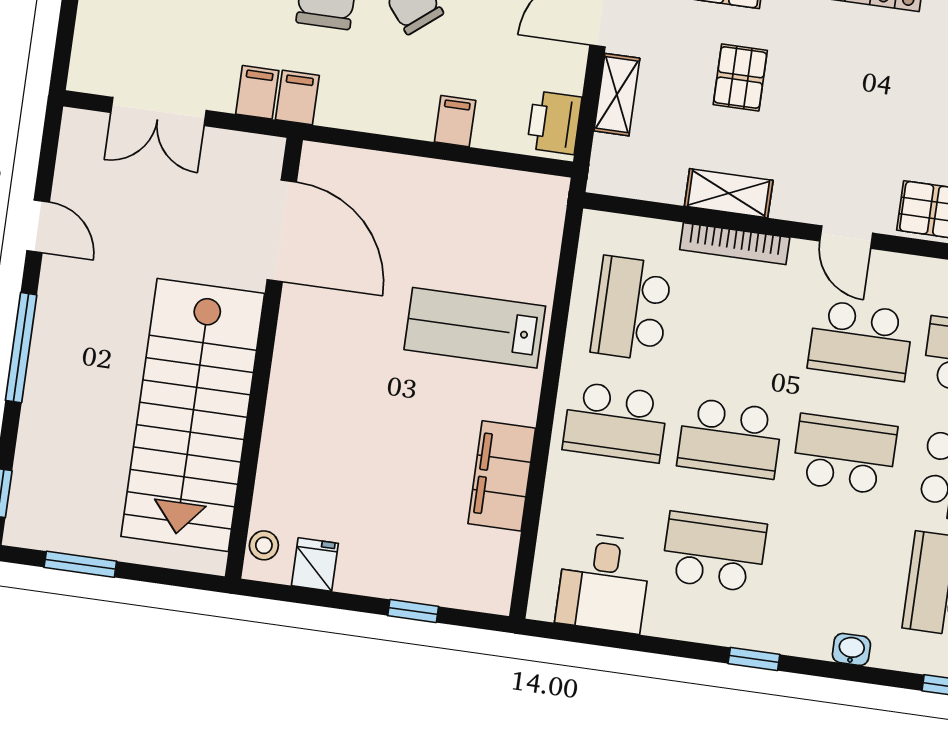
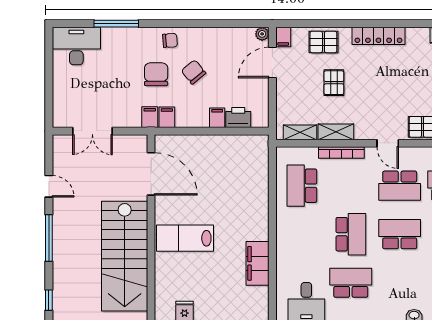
filing cabinet: (257, 92) -> (167, 117), moved
shelving: (617, 95) -> (300, 132), moved, turned 90
printer: (554, 123) -> (238, 117), moved, turned 90
lab bench: (475, 328) -> (185, 238), moved
school desk: (615, 422) -> (302, 234), removed
school desk: (730, 438) -> (351, 234), turned -90
stool: (264, 545) -> (162, 306), removed

